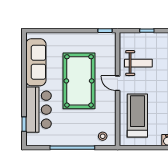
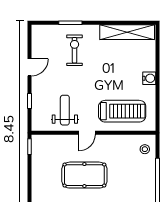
pool table: (79, 81) -> (84, 175), width x0.73, depth x0.76
treadmill: (137, 115) -> (122, 111), turned 180

